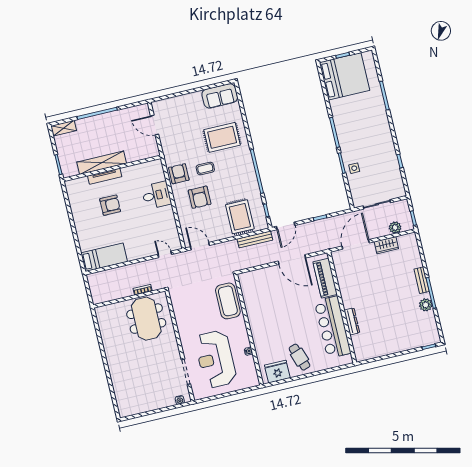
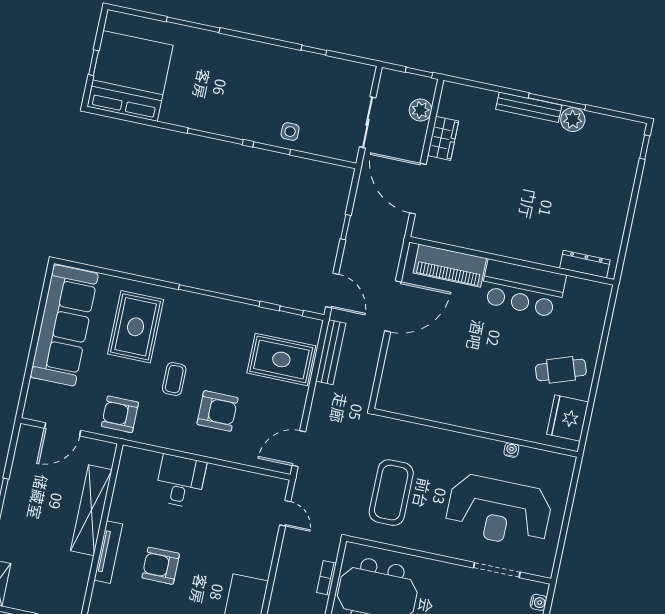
sofa: (220, 96) -> (64, 325), width x1.85, depth x1.27
shelving: (102, 163) -> (91, 510), moved
armchair: (179, 174) -> (120, 414), moved
armchair: (110, 205) -> (161, 566), turned -90
door: (165, 254) -> (285, 513), swing flipped
bench: (422, 280) -> (529, 107), width x1.36
coffee table: (228, 301) -> (391, 493), moved, turned 90
dresser: (352, 321) -> (585, 264), moved
bar counter: (333, 327) -> (523, 288), width x0.73

